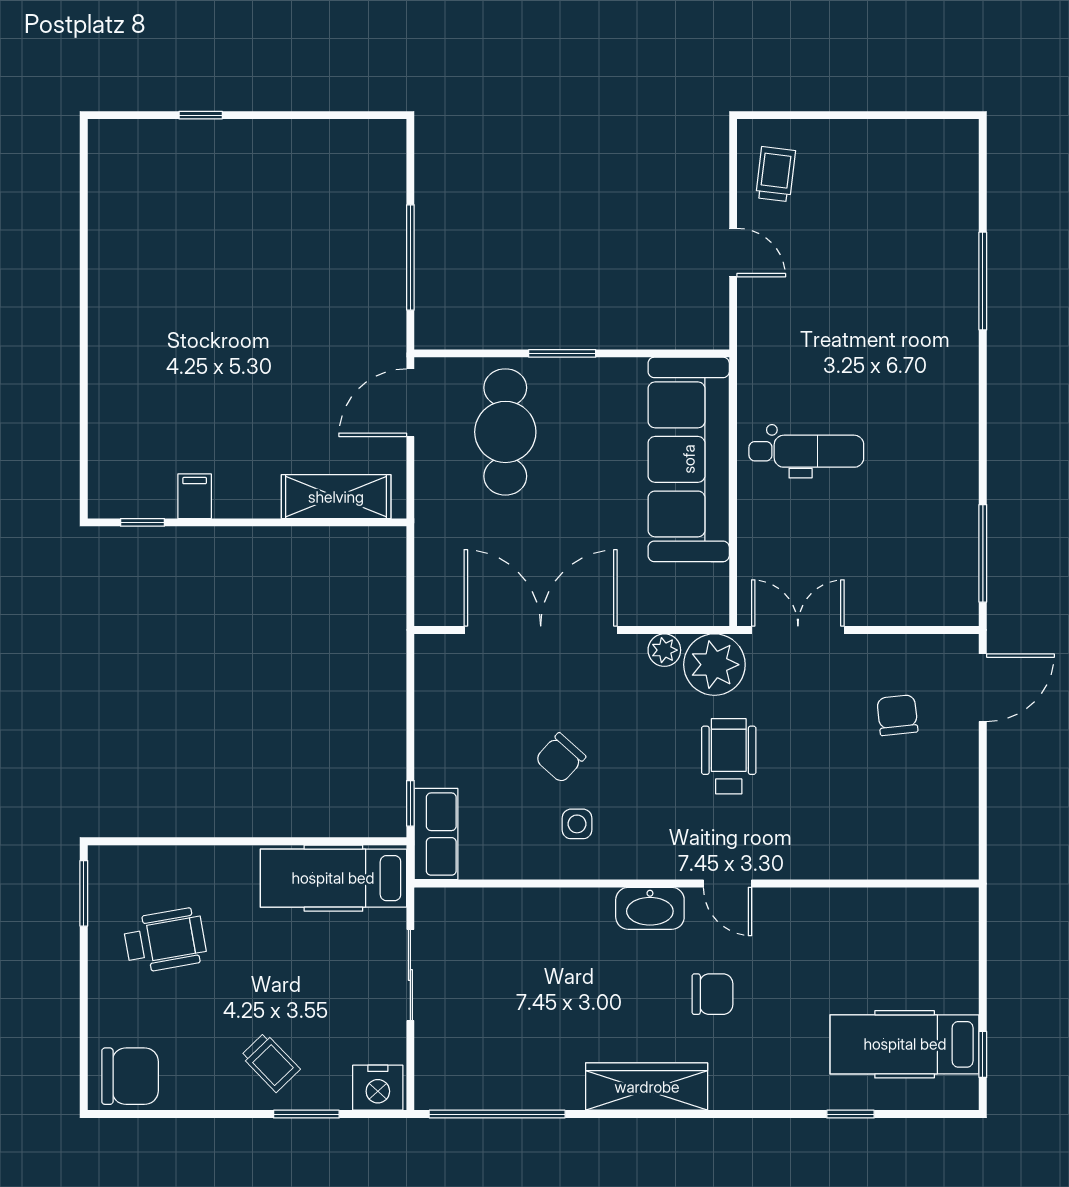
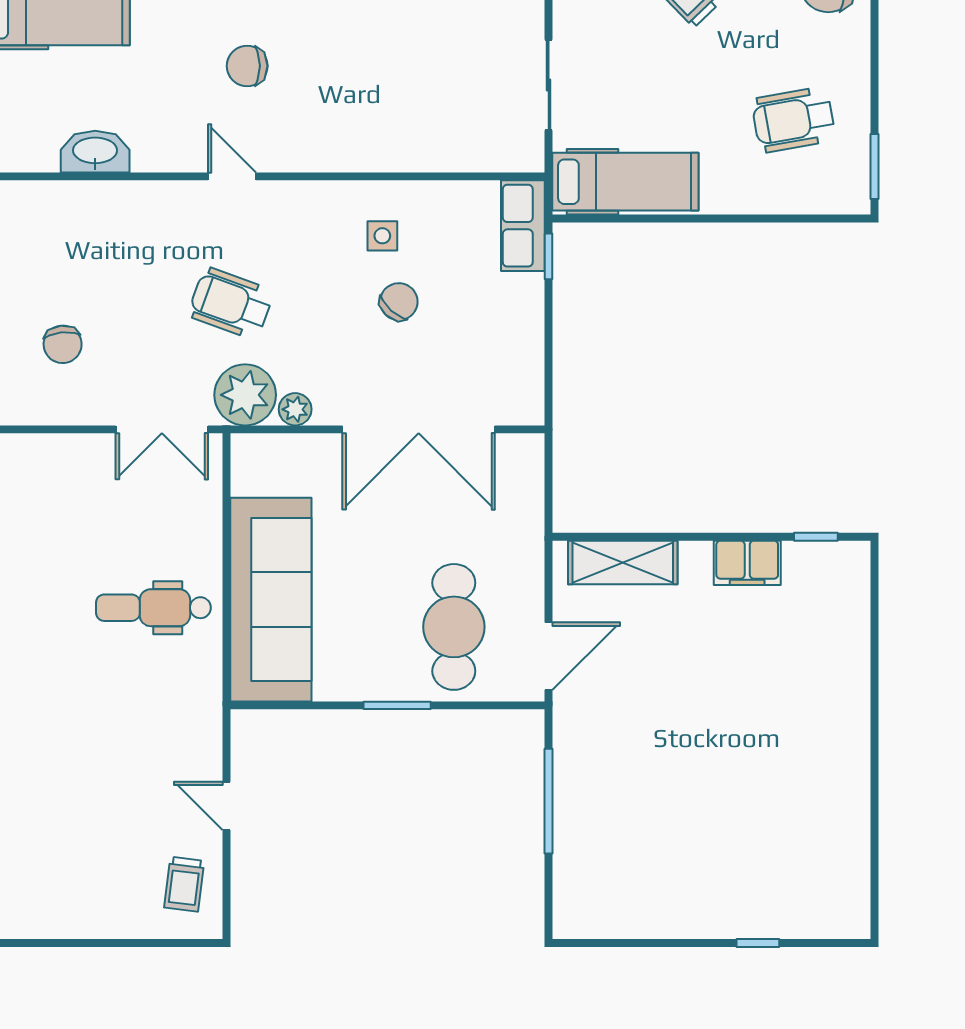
filing cabinet: (195, 496) -> (747, 563), width x2.00
wheelchair: (729, 756) -> (231, 303), turned 110
washbasin: (650, 908) -> (95, 152), moved

